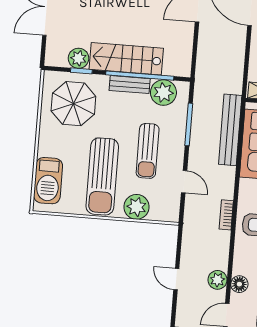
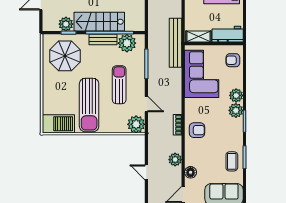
bench: (230, 130) -> (176, 43), moved
sun lounger: (148, 151) -> (119, 85), turned 180
barbecue: (48, 181) -> (58, 124), moved, turned -90
plant: (136, 207) -> (136, 124), moved
plant: (217, 280) -> (175, 160), moved

